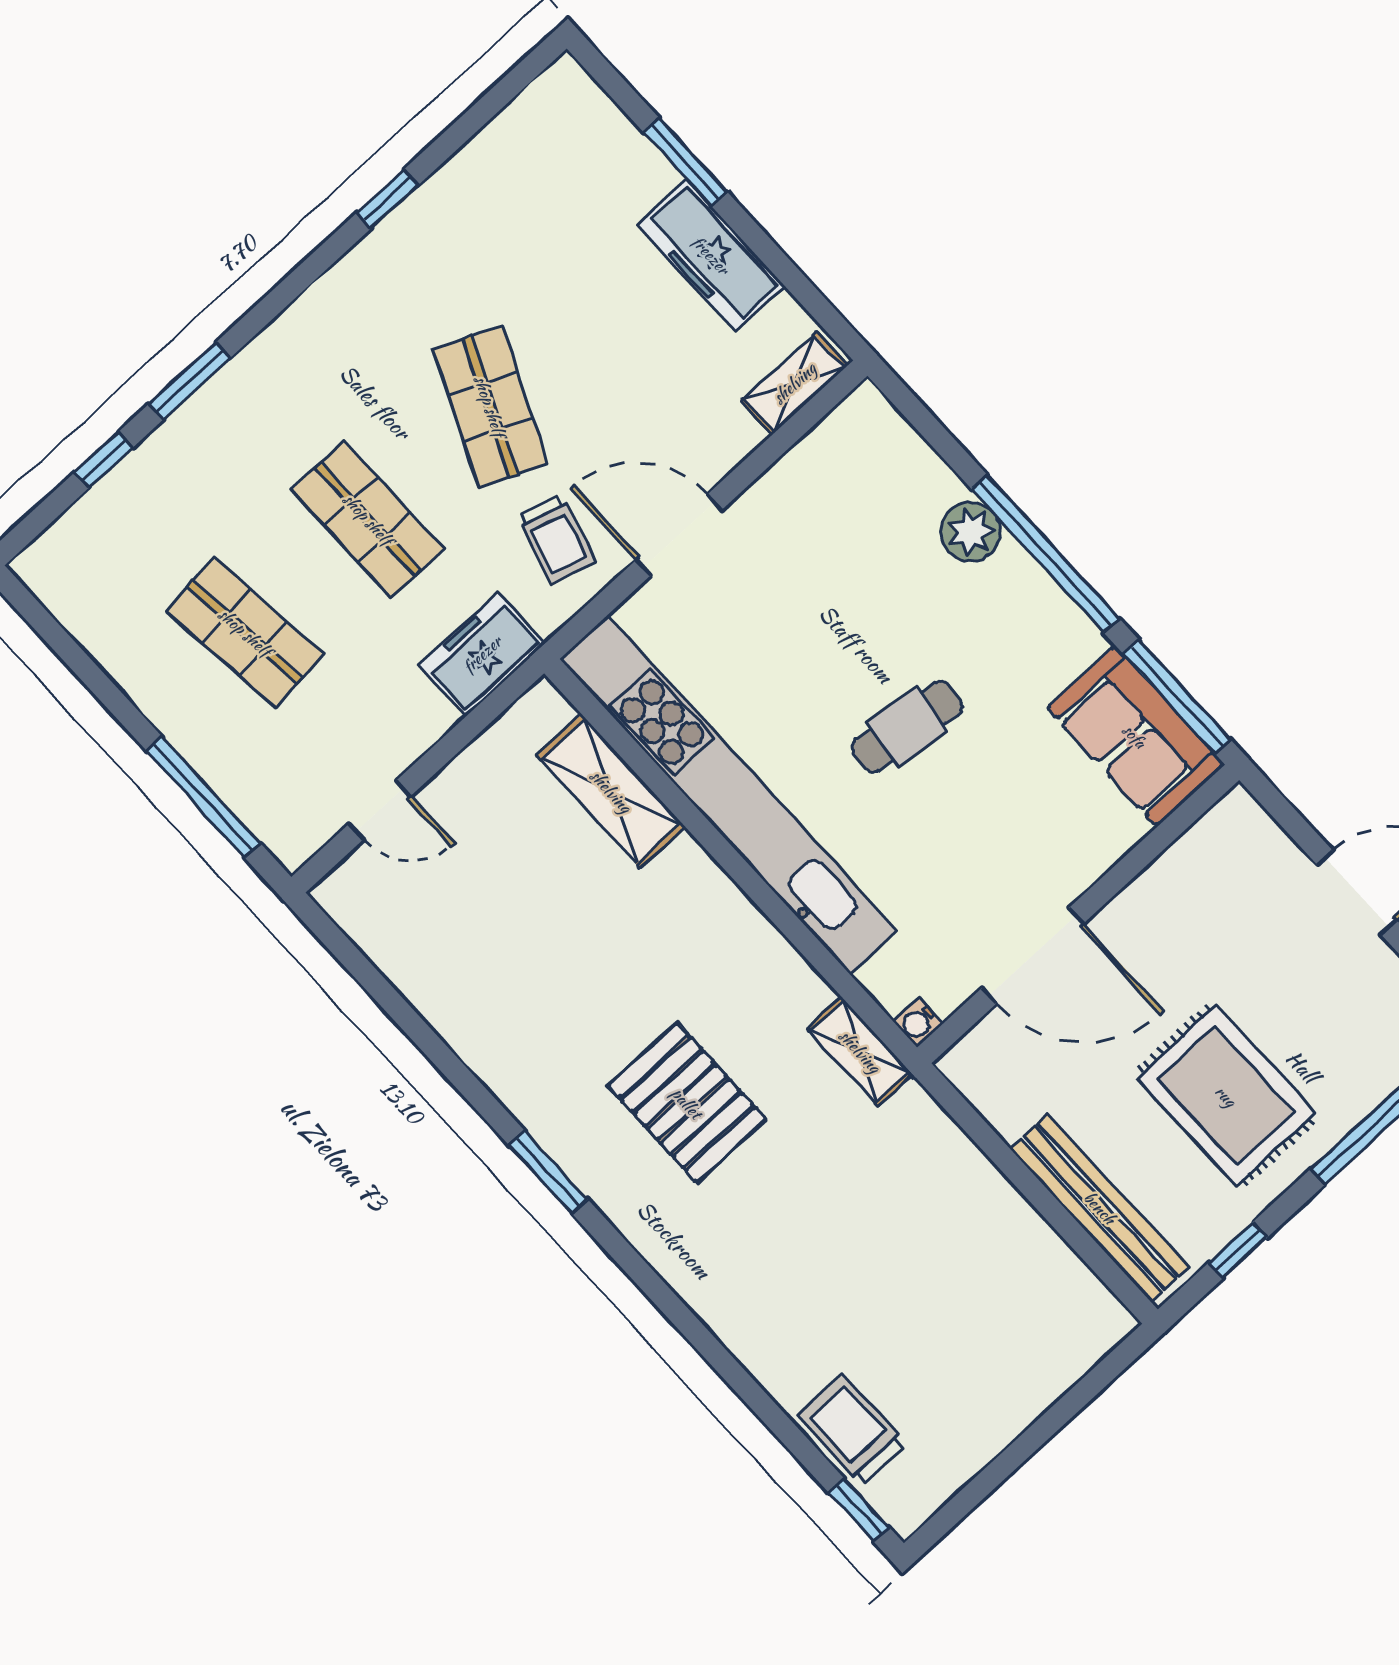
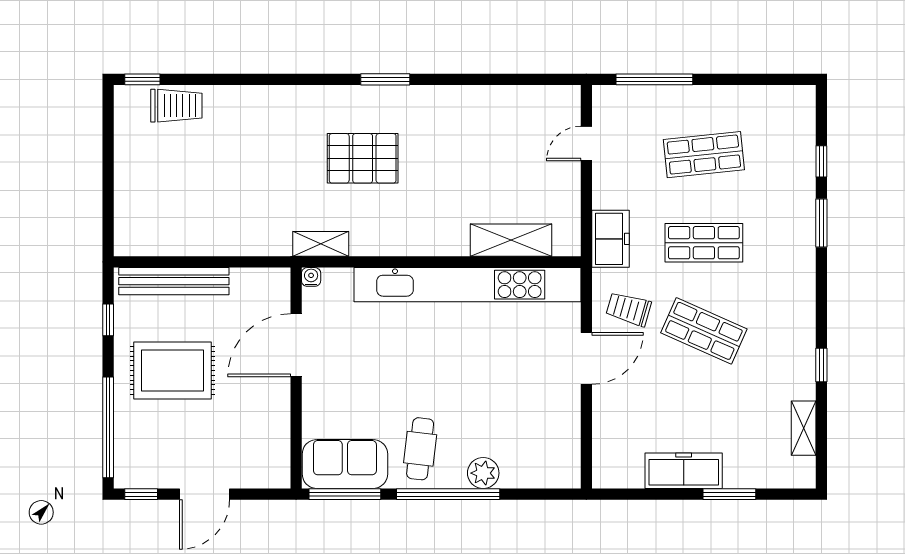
shelving: (794, 383) -> (804, 428), moved
cafe table: (907, 727) -> (420, 449), moved

